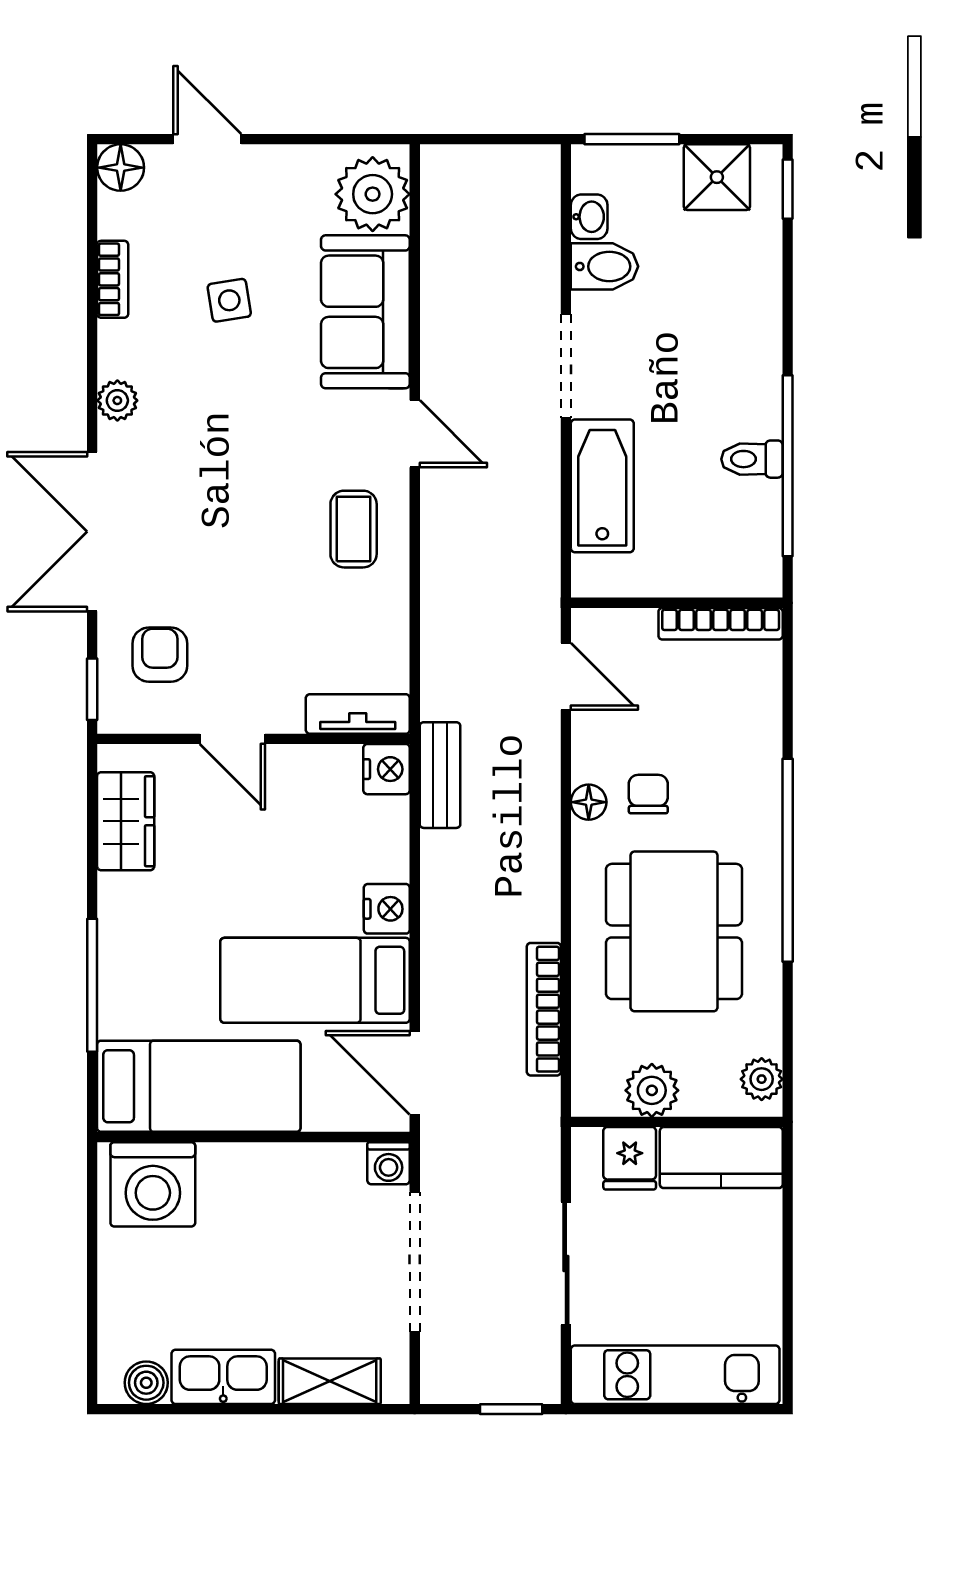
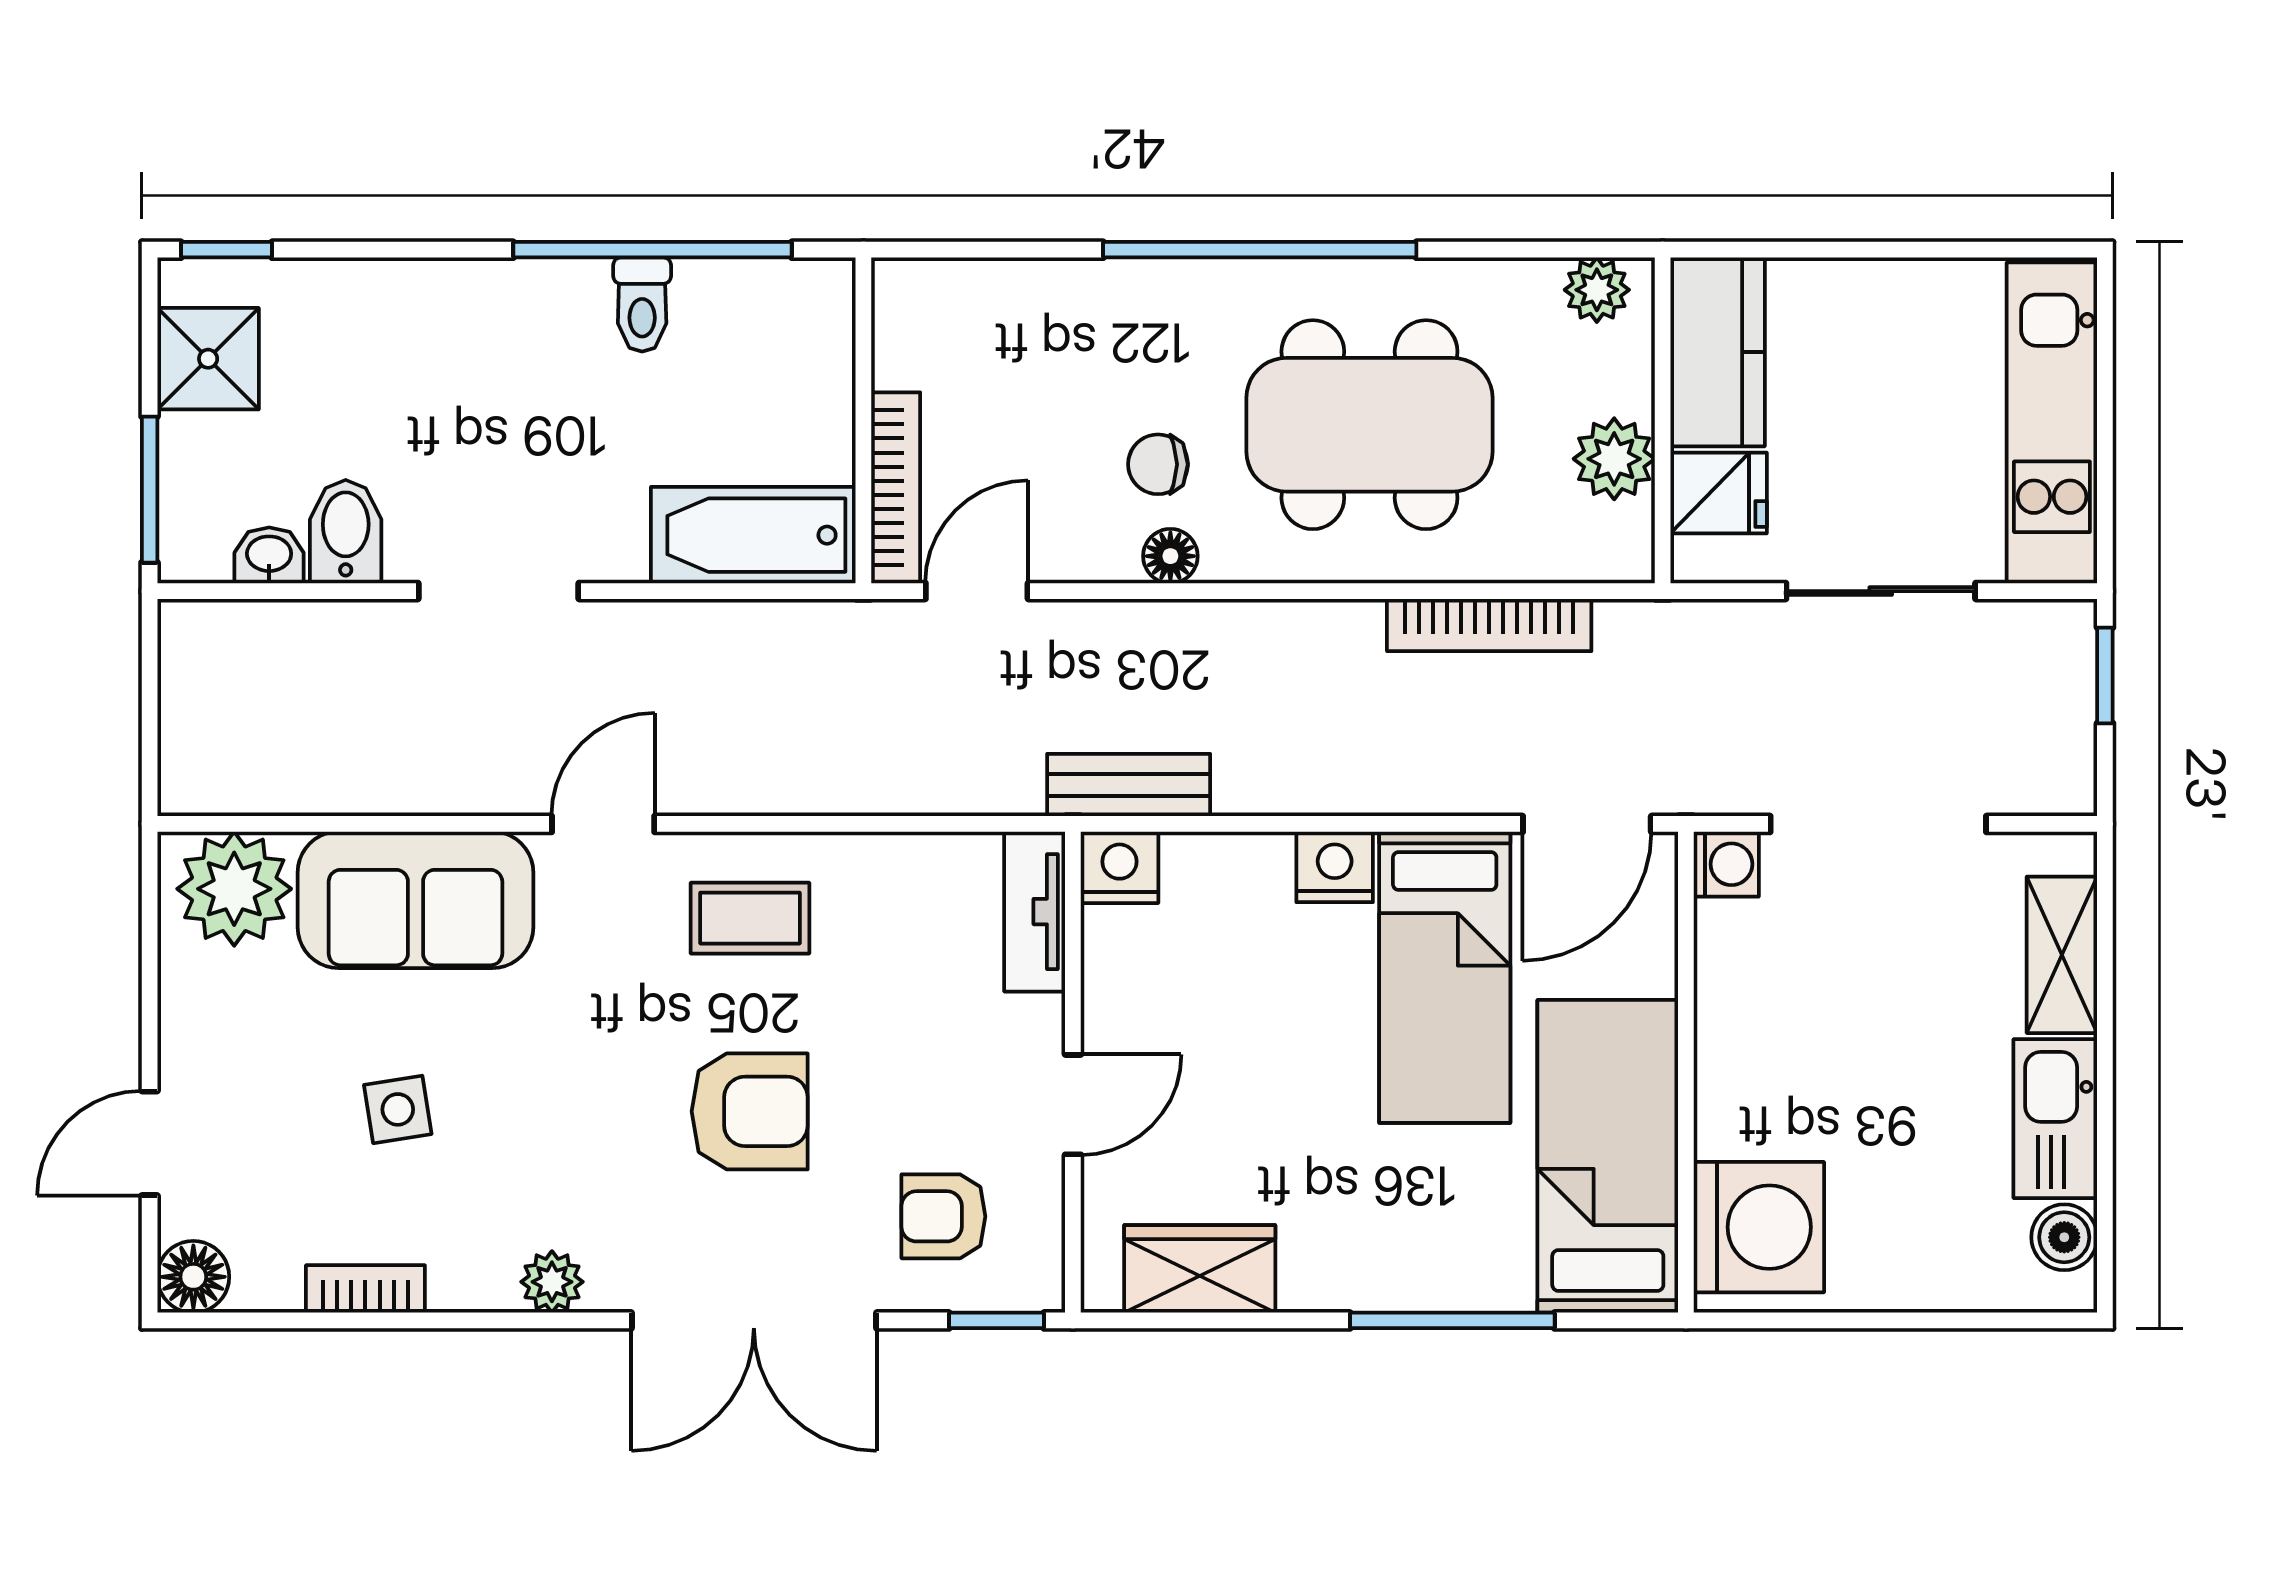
bathtub: (602, 486) -> (753, 535), moved
armchair: (228, 529) -> (750, 1111), added
bookcase: (721, 624) -> (896, 488), moved

